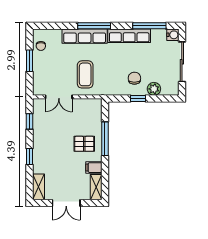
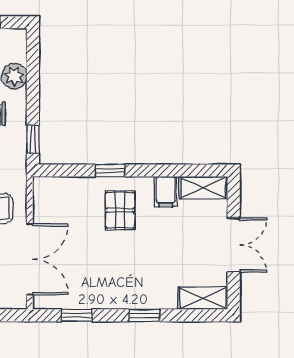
double door: (59, 97) -> (30, 259), width x1.37
window: (138, 99) -> (33, 139), moved
window: (105, 139) -> (110, 170), width x0.46

